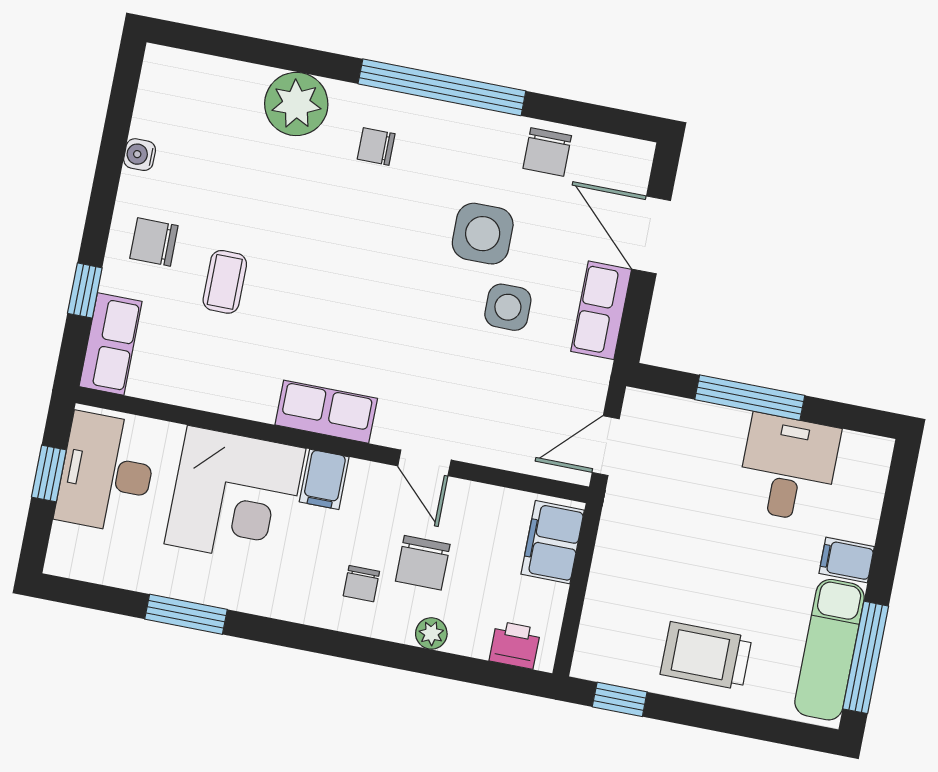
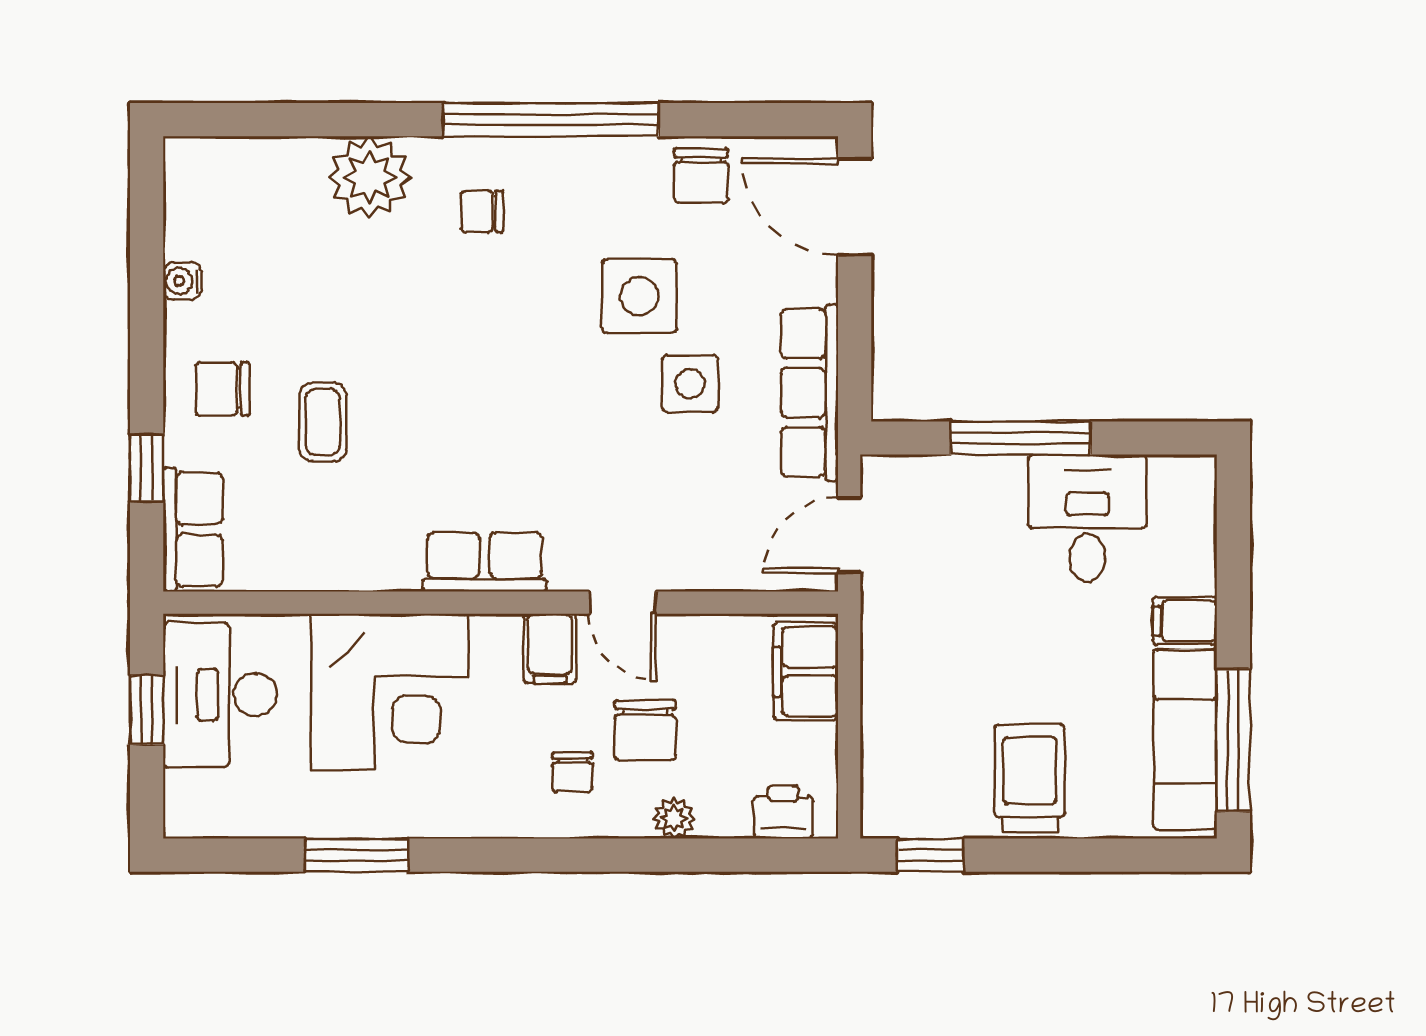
door: (651, 235) -> (855, 207), moved
row of seats: (601, 310) -> (810, 393), width x1.48
filing cabinet: (324, 479) -> (550, 649), moved
trolley: (706, 656) -> (1030, 778), turned 90

